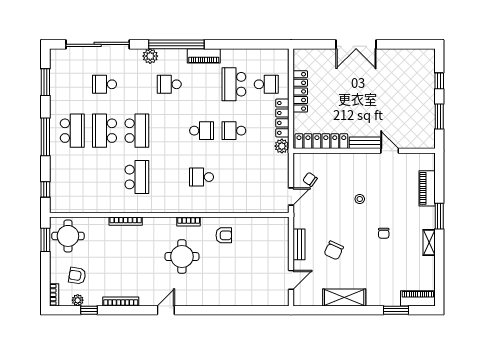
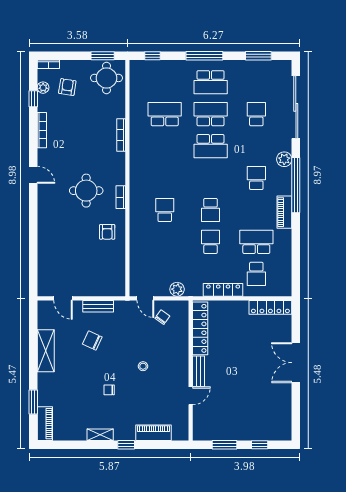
locker: (300, 91) -> (270, 307), moved
plant: (282, 146) -> (177, 289), moved
school desk: (137, 177) -> (165, 114), moved, turned 180
window: (439, 216) -> (126, 445), width x0.67

